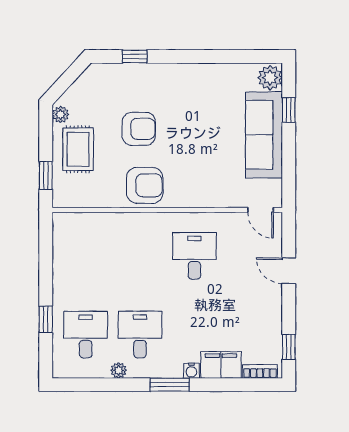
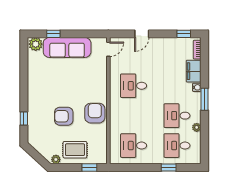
armchair: (139, 129) -> (64, 116), turned -90
desk: (86, 256) -> (134, 146), added

